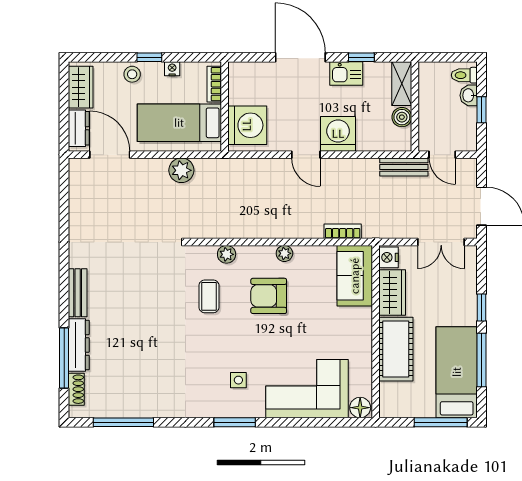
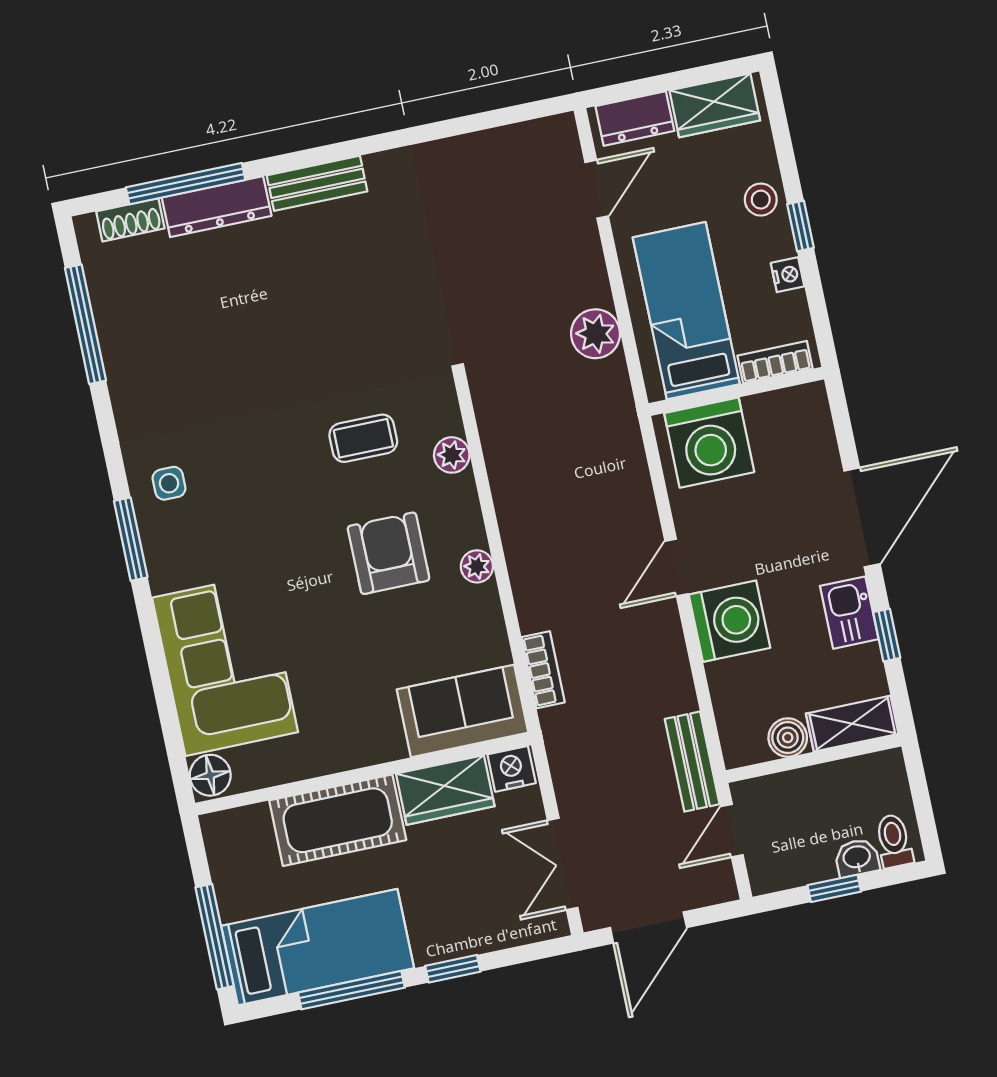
door: (110, 155) -> (597, 189), width x0.73
side table: (238, 380) -> (169, 483), moved

